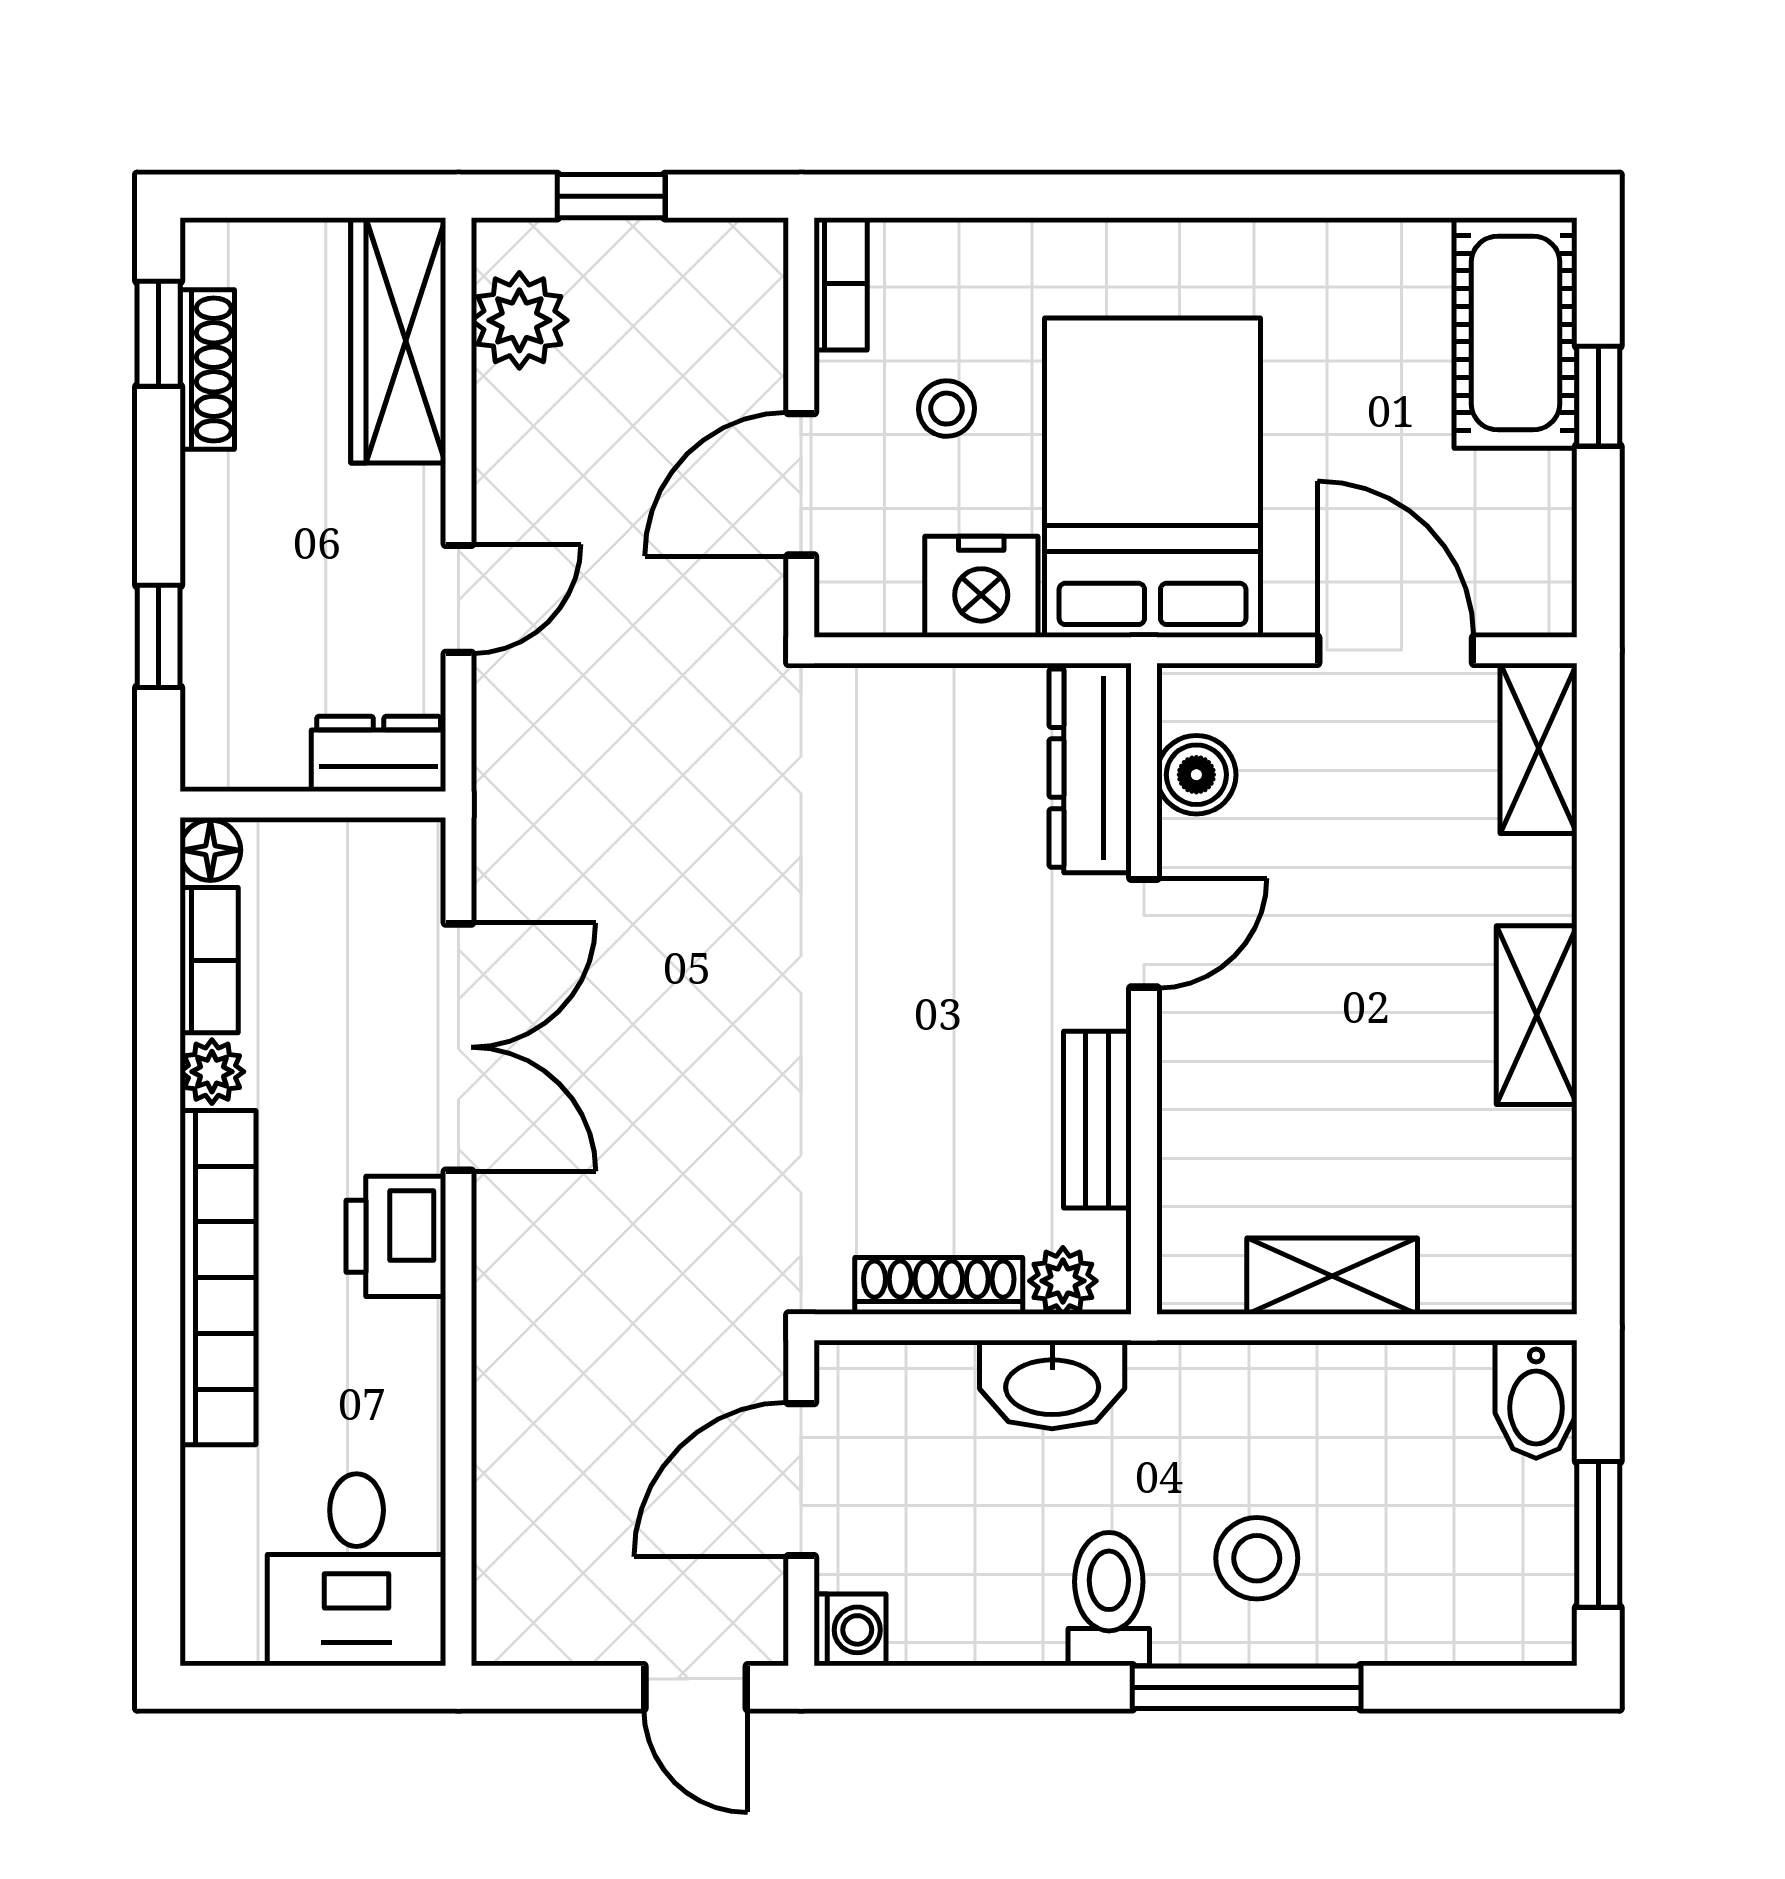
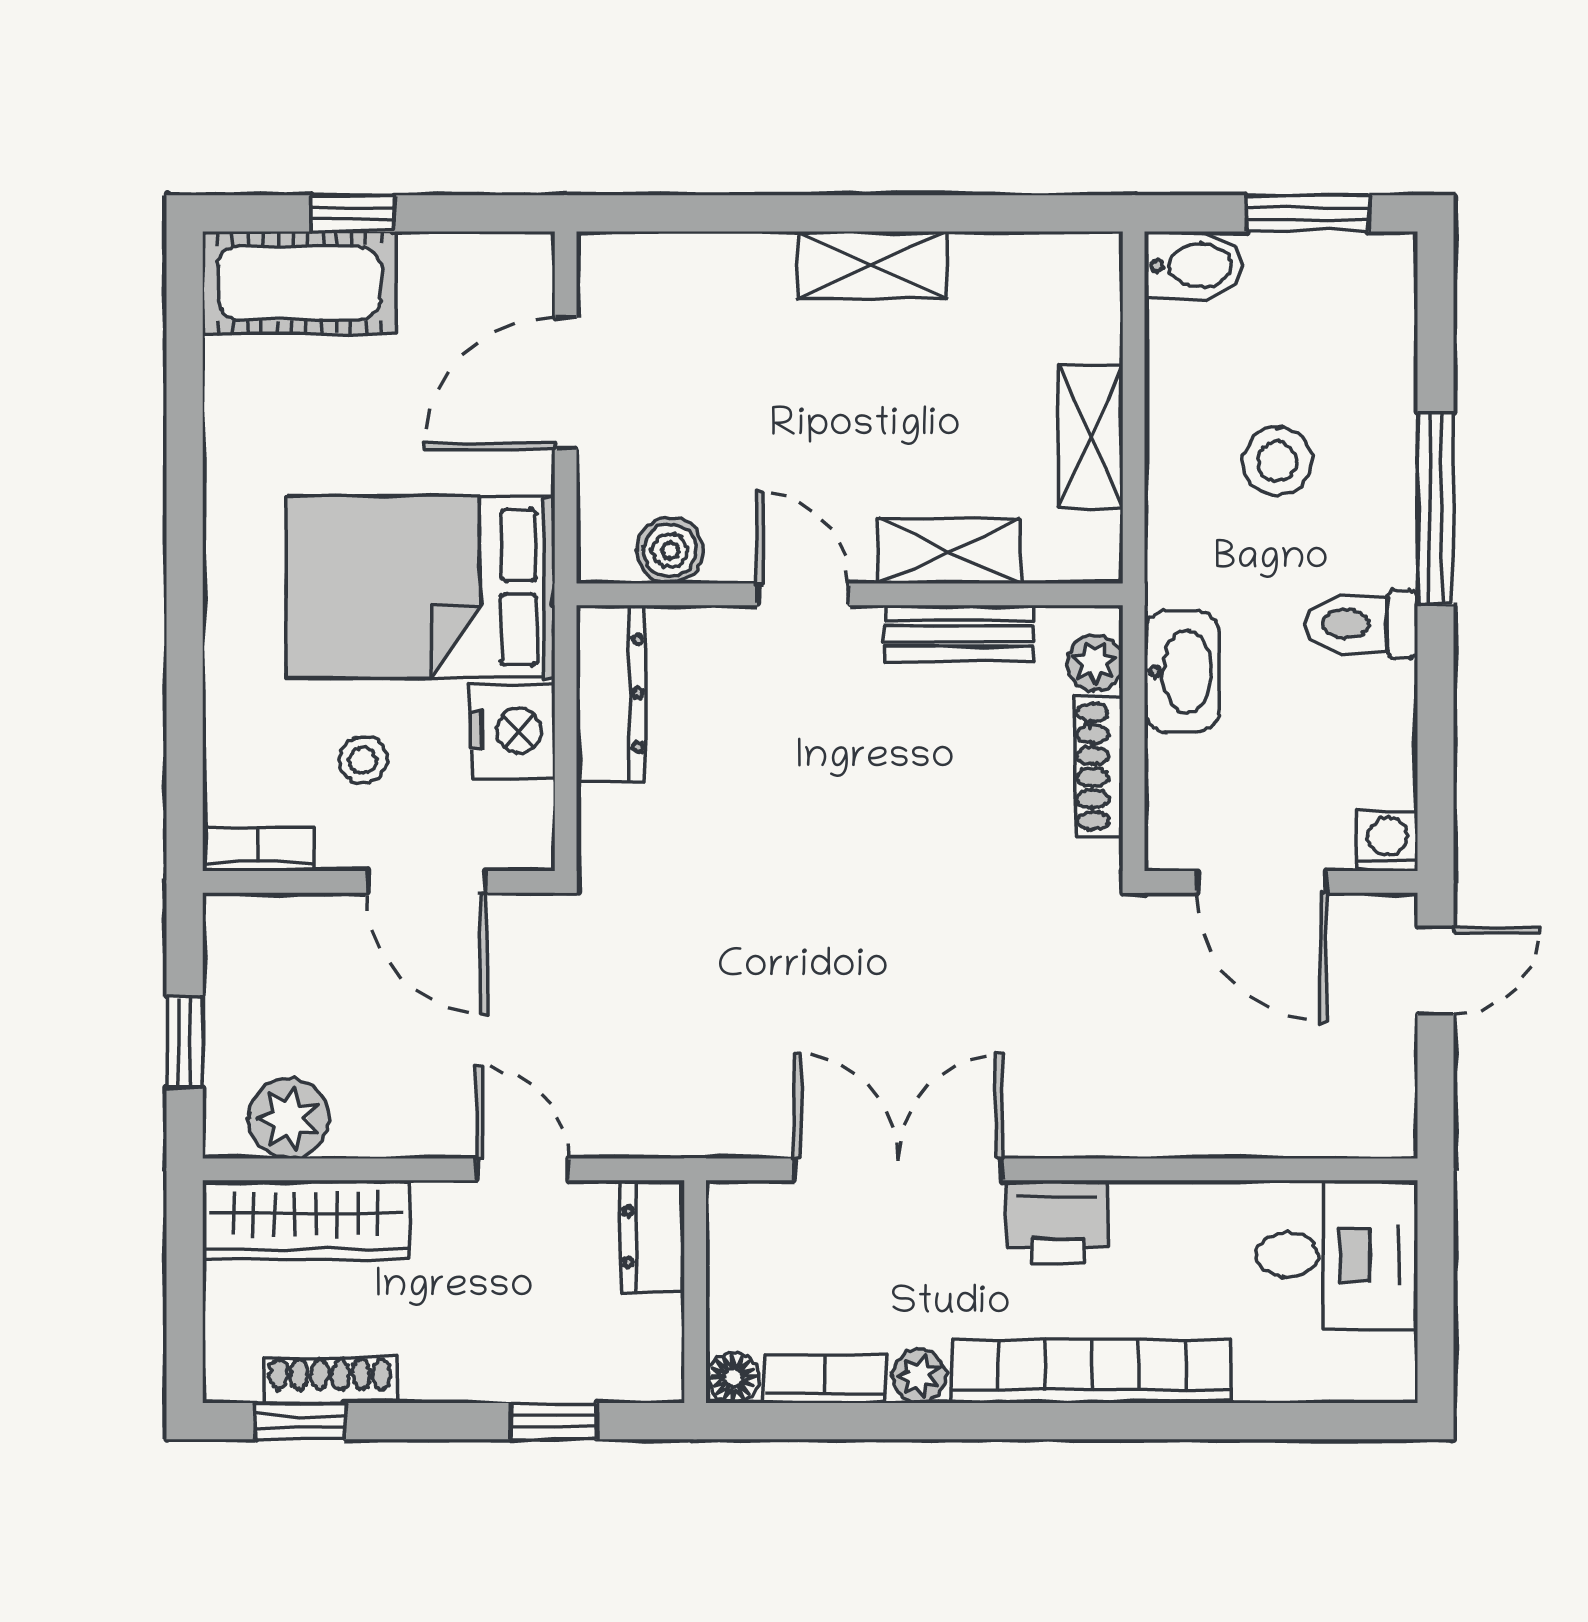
shelving: (1539, 748) -> (949, 551), moved
dresser: (1090, 768) -> (611, 693), moved, turned -90
stool: (1257, 1558) -> (1277, 461), moved

